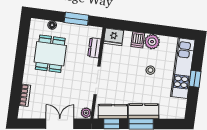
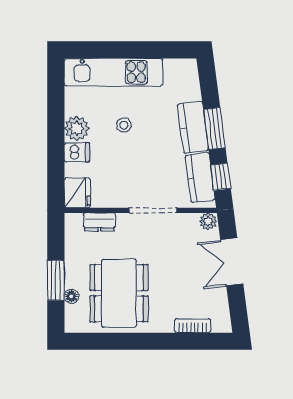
window: (76, 19) -> (56, 280), moved
dining table: (50, 54) -> (119, 293), width x1.38
window: (195, 79) -> (128, 50), removed

